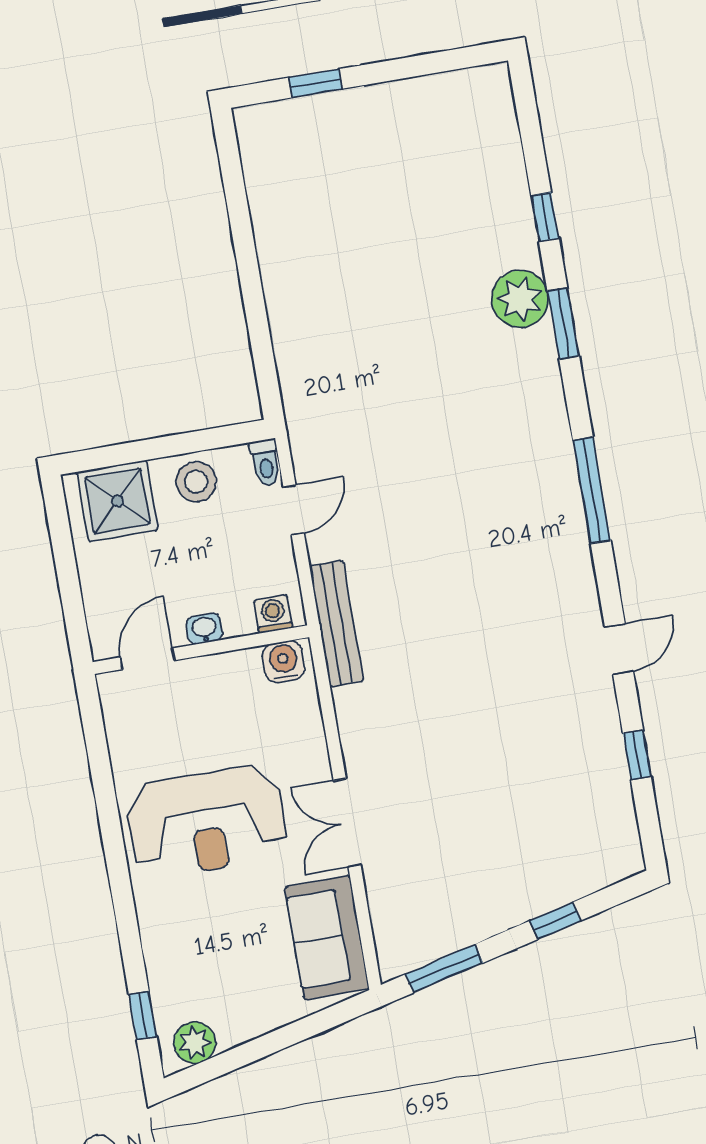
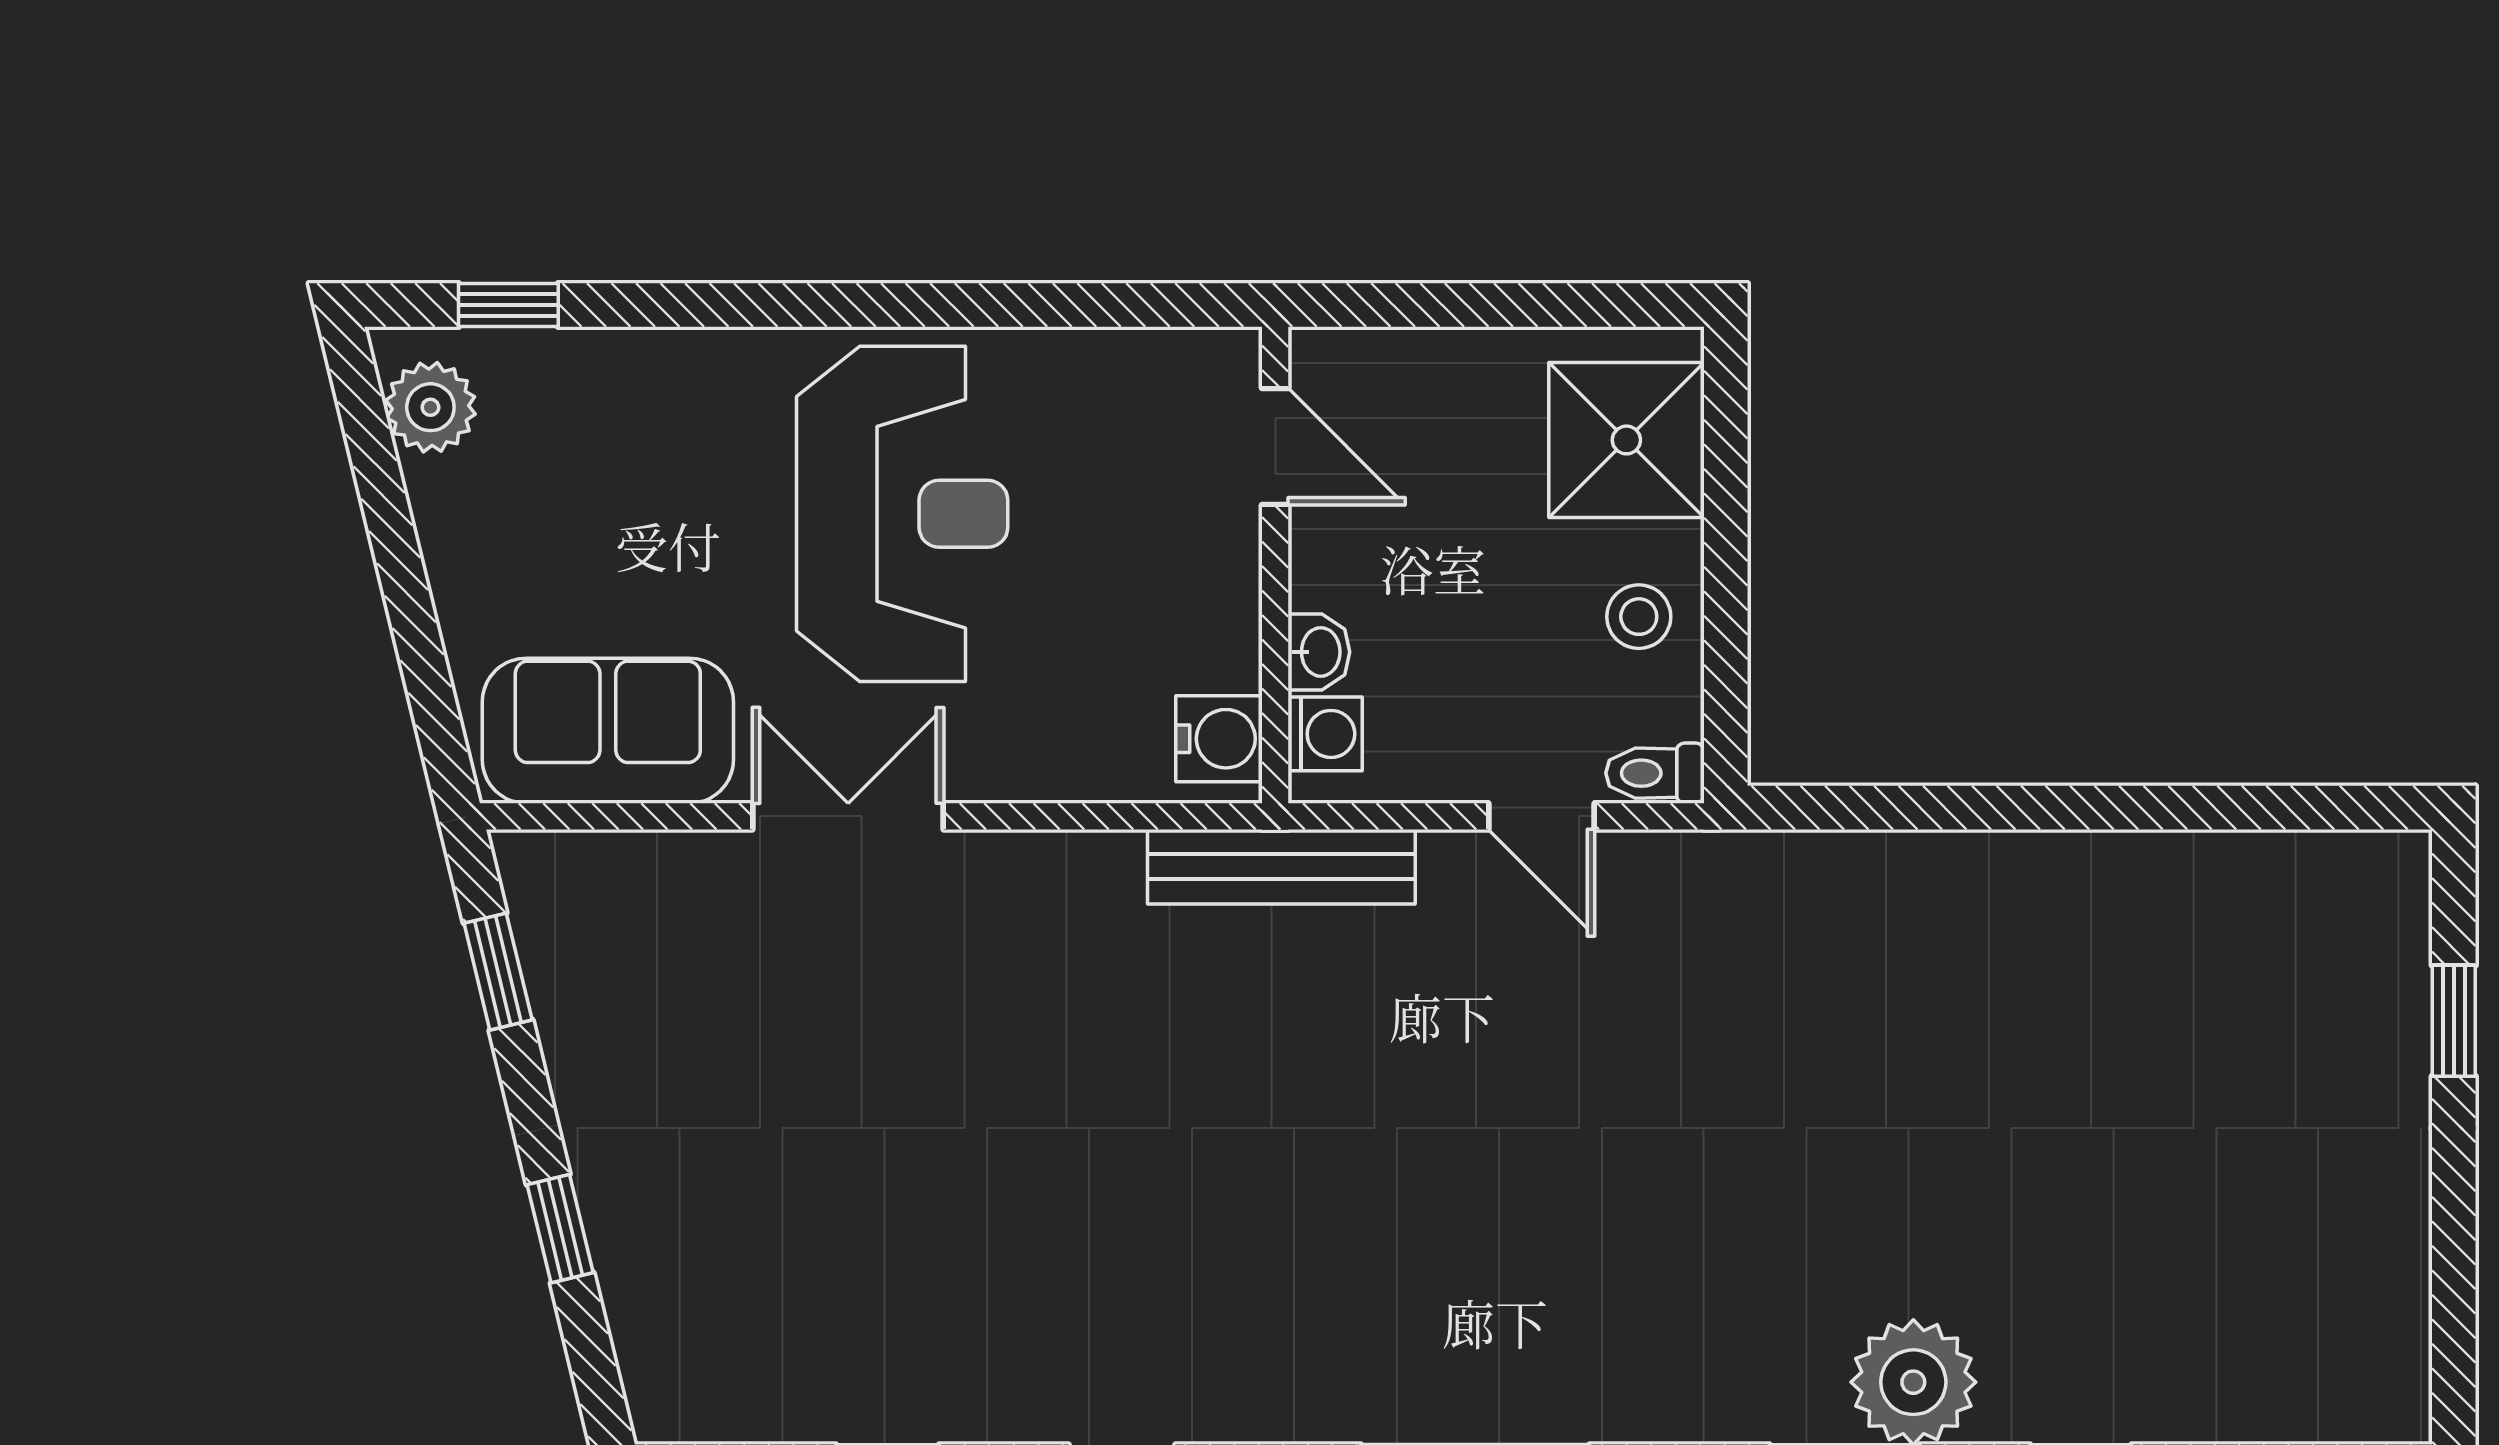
stool: (196, 482) -> (1639, 617), width x0.73, depth x0.73
washbasin: (204, 629) -> (1319, 652), moved
reception desk: (206, 822) -> (902, 514), turned 180
window: (444, 969) -> (498, 972), width x0.67

